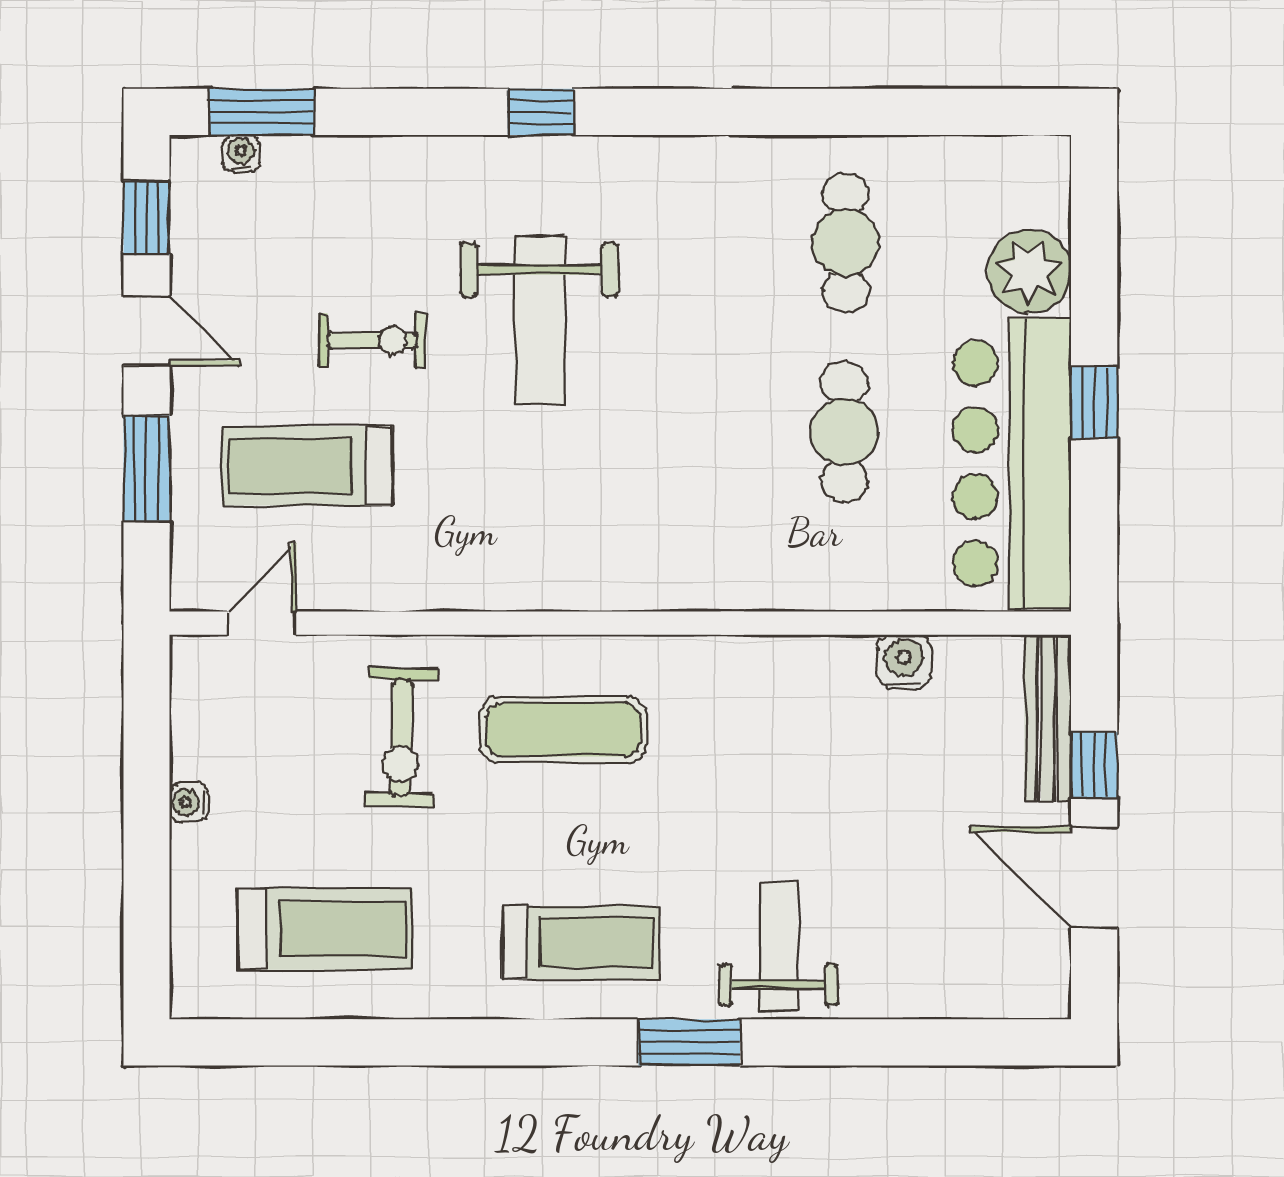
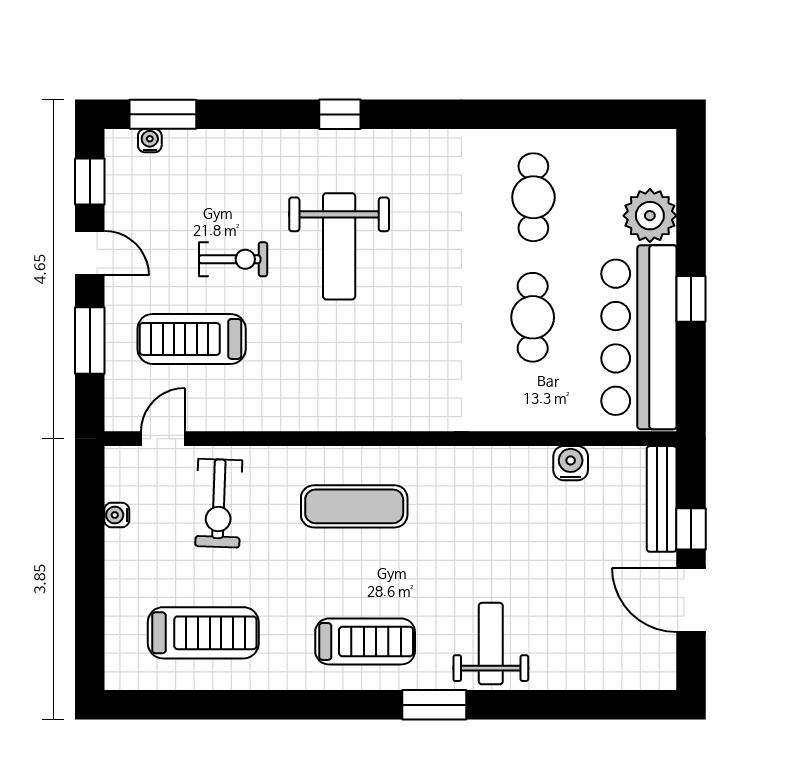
exercise bike: (401, 738) -> (219, 503), moved
water cooler: (189, 802) -> (117, 515), moved

